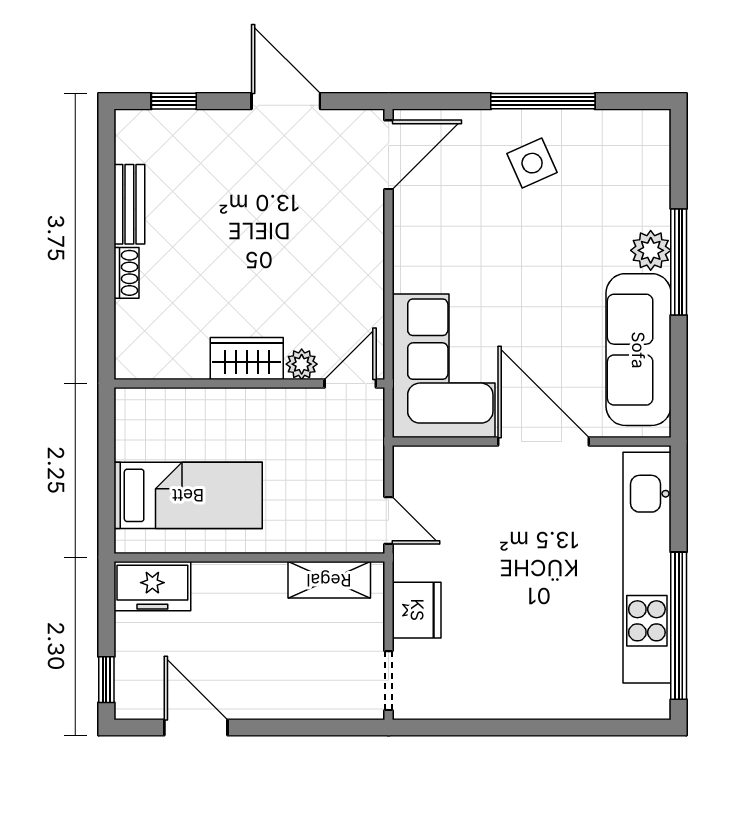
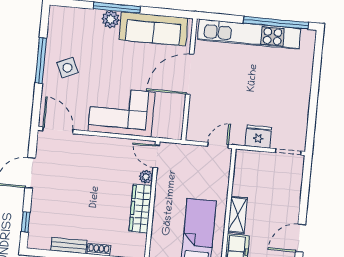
wardrobe: (247, 358) -> (140, 209), width x1.50
corner sofa: (444, 366) -> (122, 112), moved
shelving: (329, 580) -> (237, 215), moved

